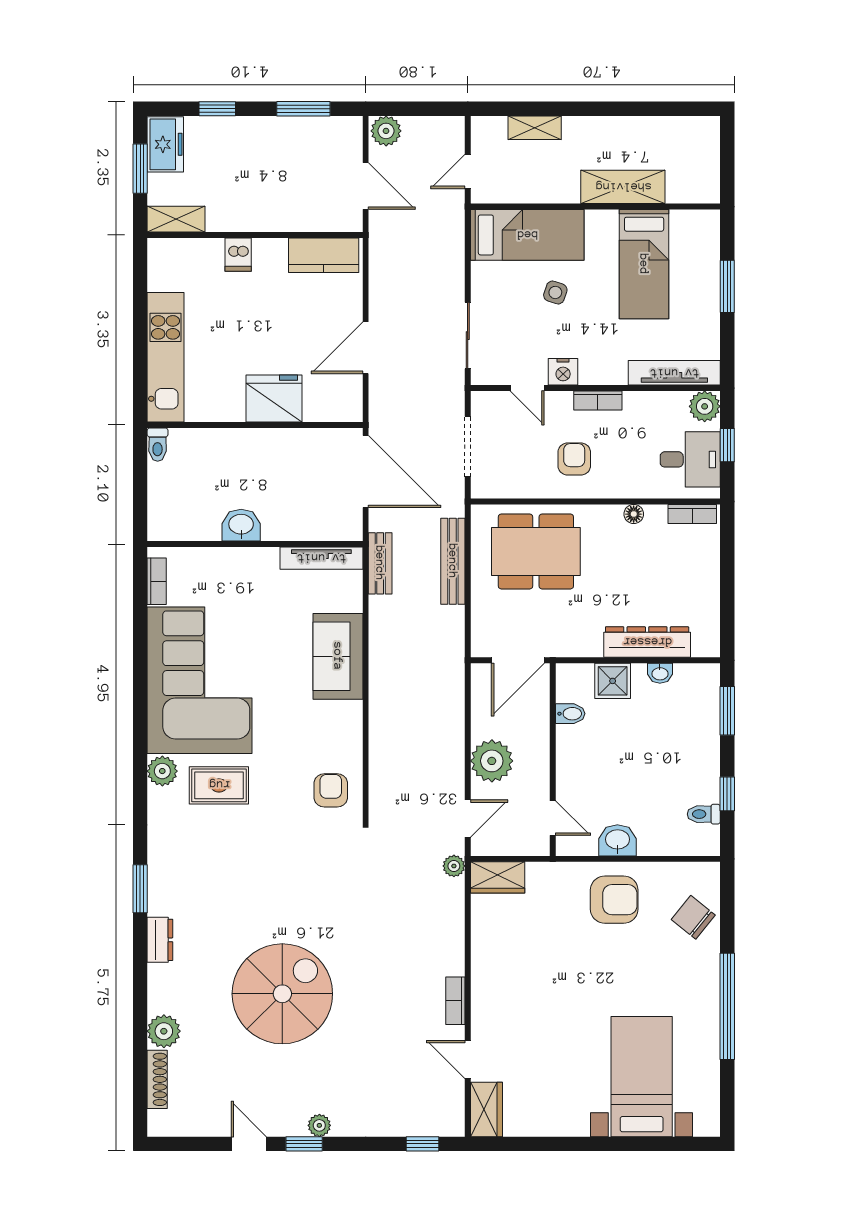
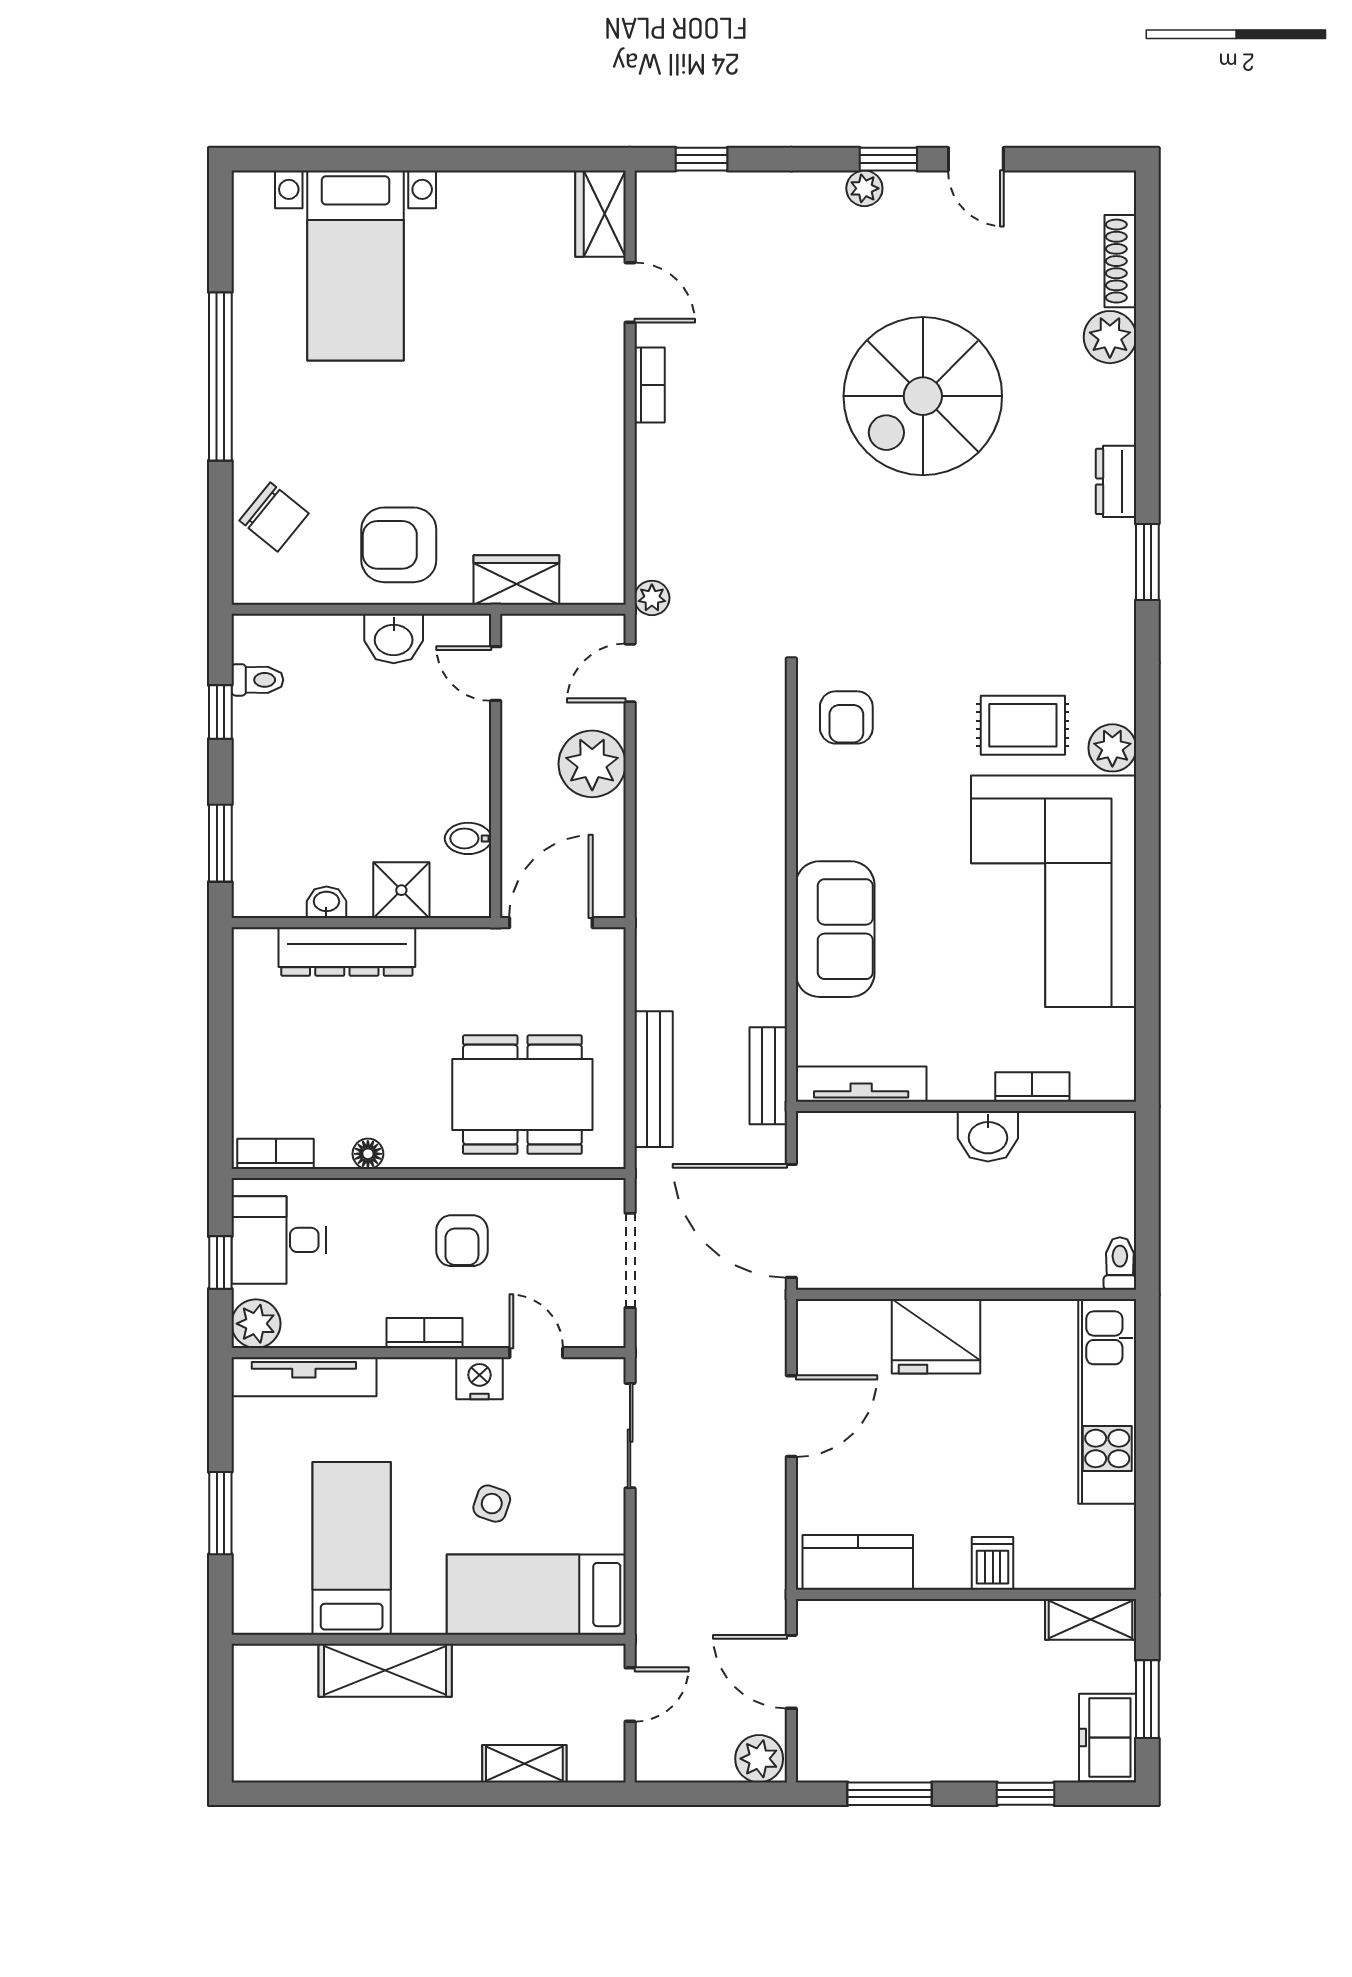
bookcase: (157, 581) -> (1032, 1087), moved, turned 90
wardrobe: (498, 877) -> (516, 580), moved

